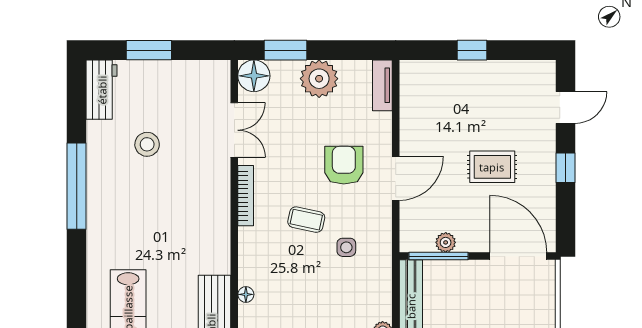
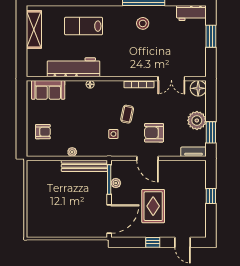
window: (285, 50) -> (211, 132), moved
stool: (147, 144) -> (143, 23), moved
armchair: (344, 165) -> (154, 133), turned 180
rug: (492, 167) -> (153, 206), width x1.36, depth x1.43

